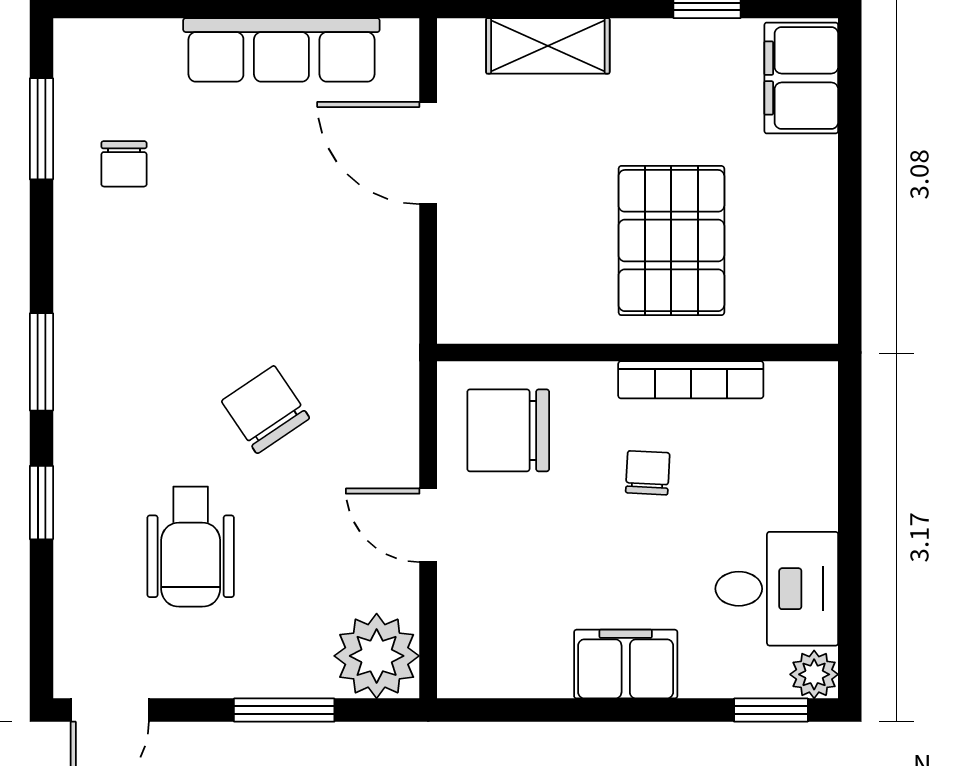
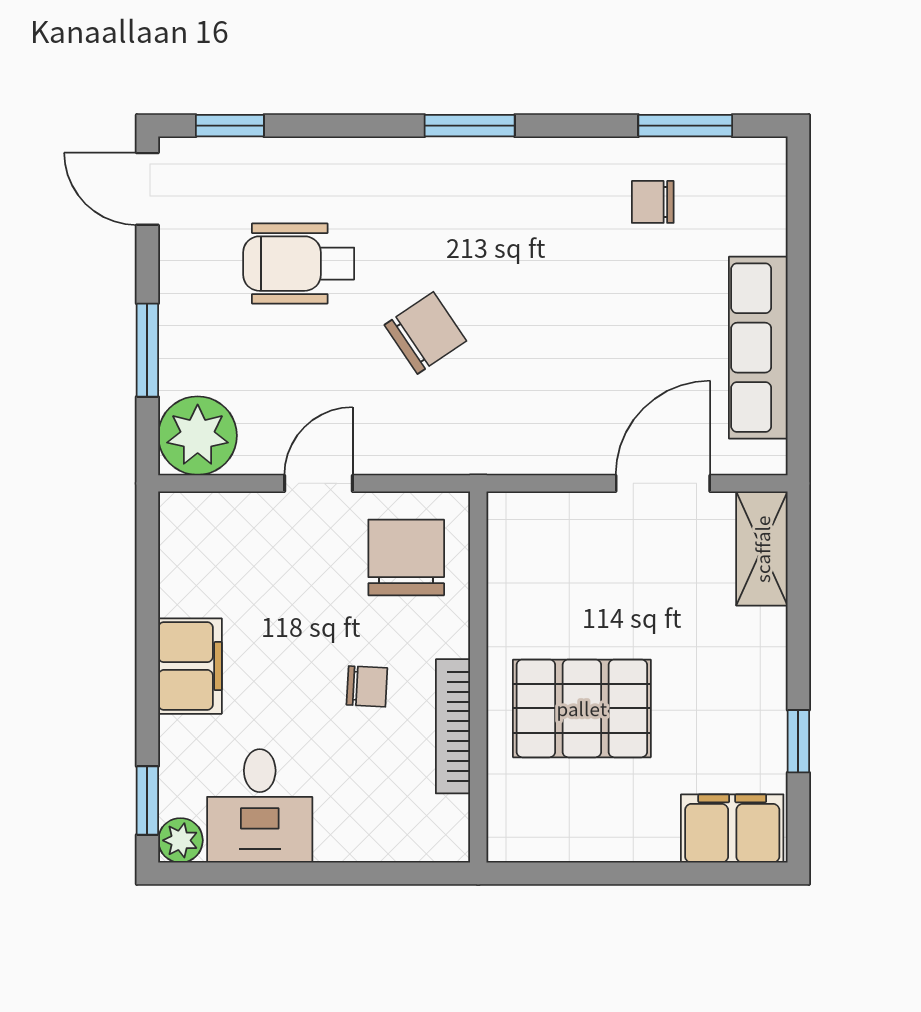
shelving: (548, 46) -> (762, 549), moved
window: (41, 503) -> (230, 126), moved

